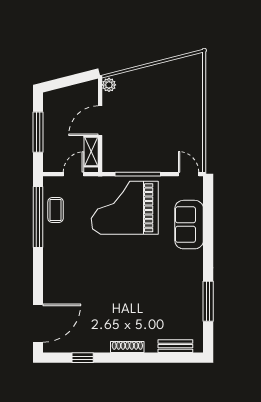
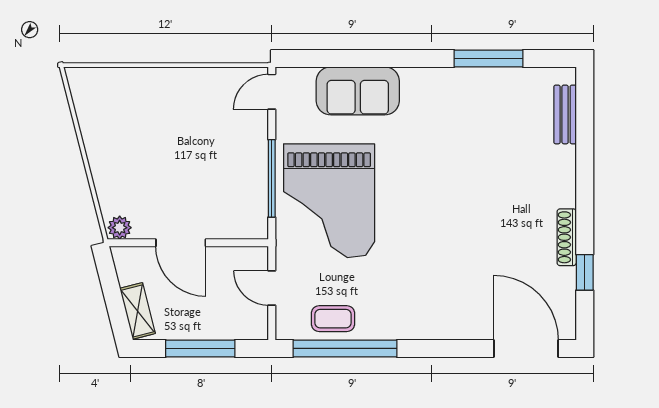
shelving: (91, 152) -> (138, 311), moved, turned 76
shoe rack: (127, 347) -> (567, 237), moved

